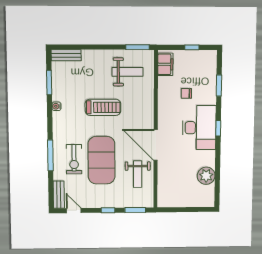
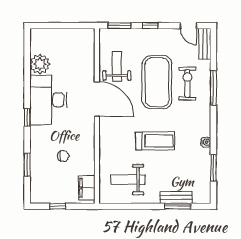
window: (138, 47) -> (178, 206), moved
bench: (66, 55) -> (176, 197), moved
treadmill: (103, 107) -> (155, 141), turned 180
desk: (199, 128) -> (48, 100), moved

